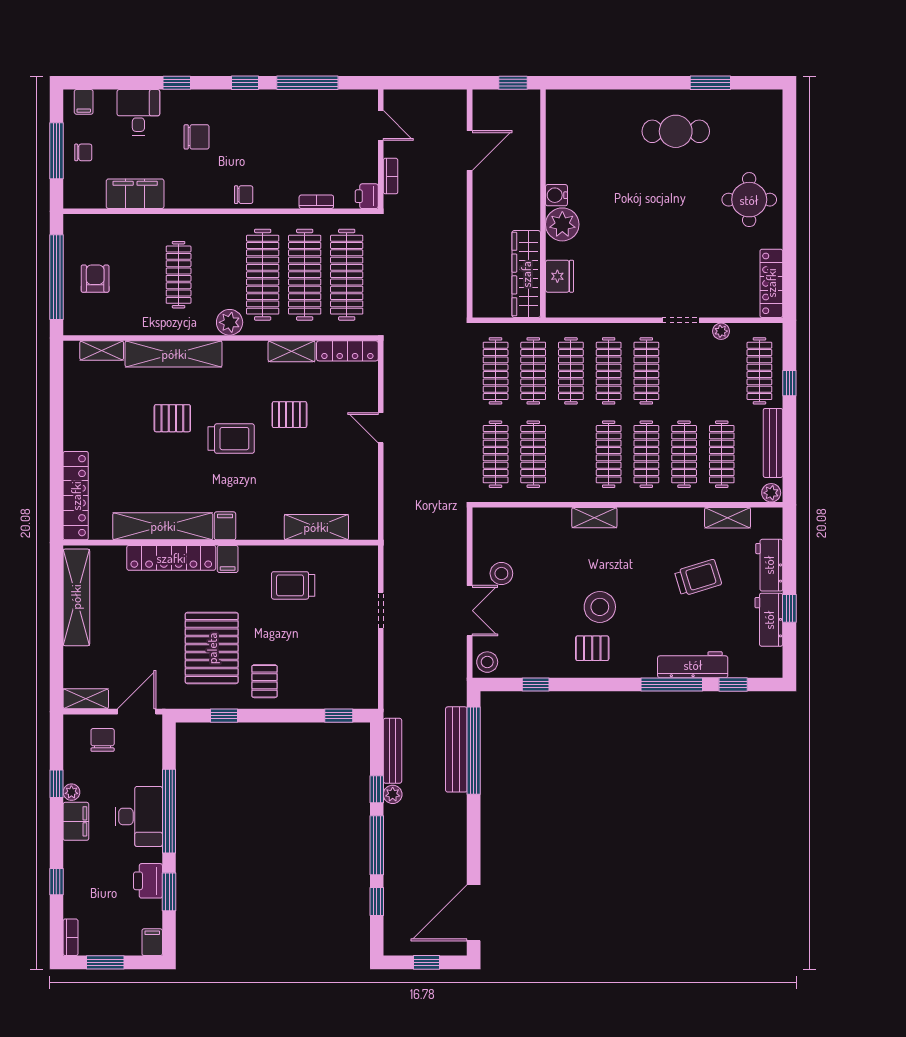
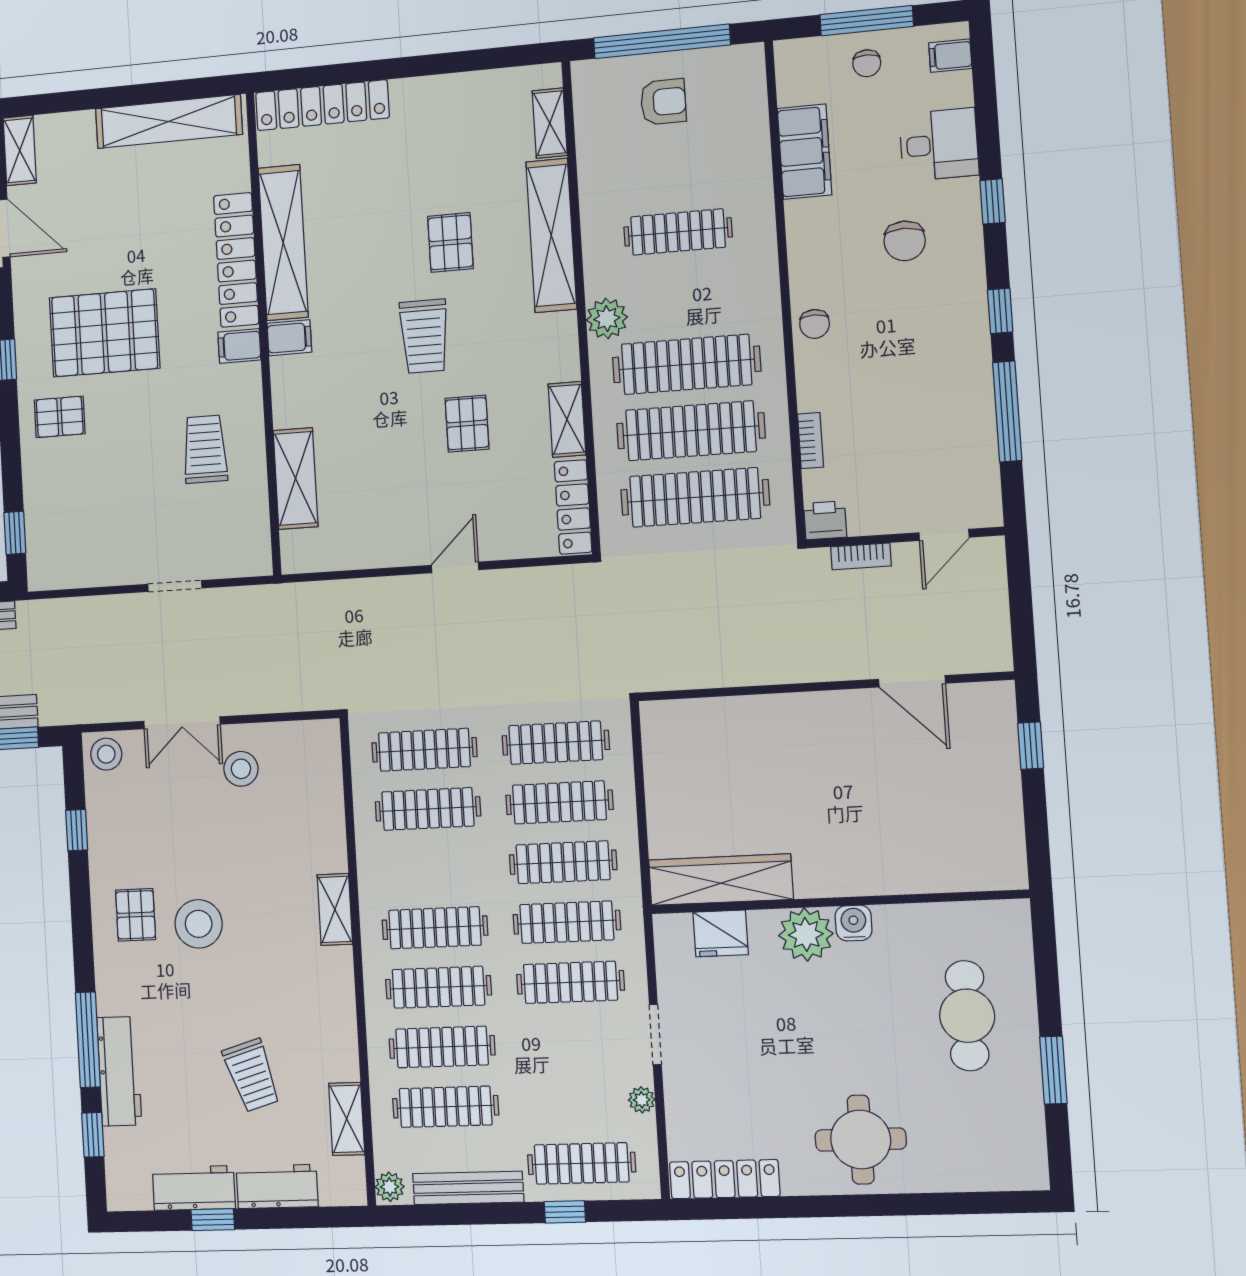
water cooler: (556, 195) -> (854, 923), moved
wall: (543, 204) -> (838, 902), moved
plant: (562, 224) -> (806, 934), moved
wardrobe: (526, 274) -> (721, 880), moved
fridge: (560, 276) -> (721, 933), moved

